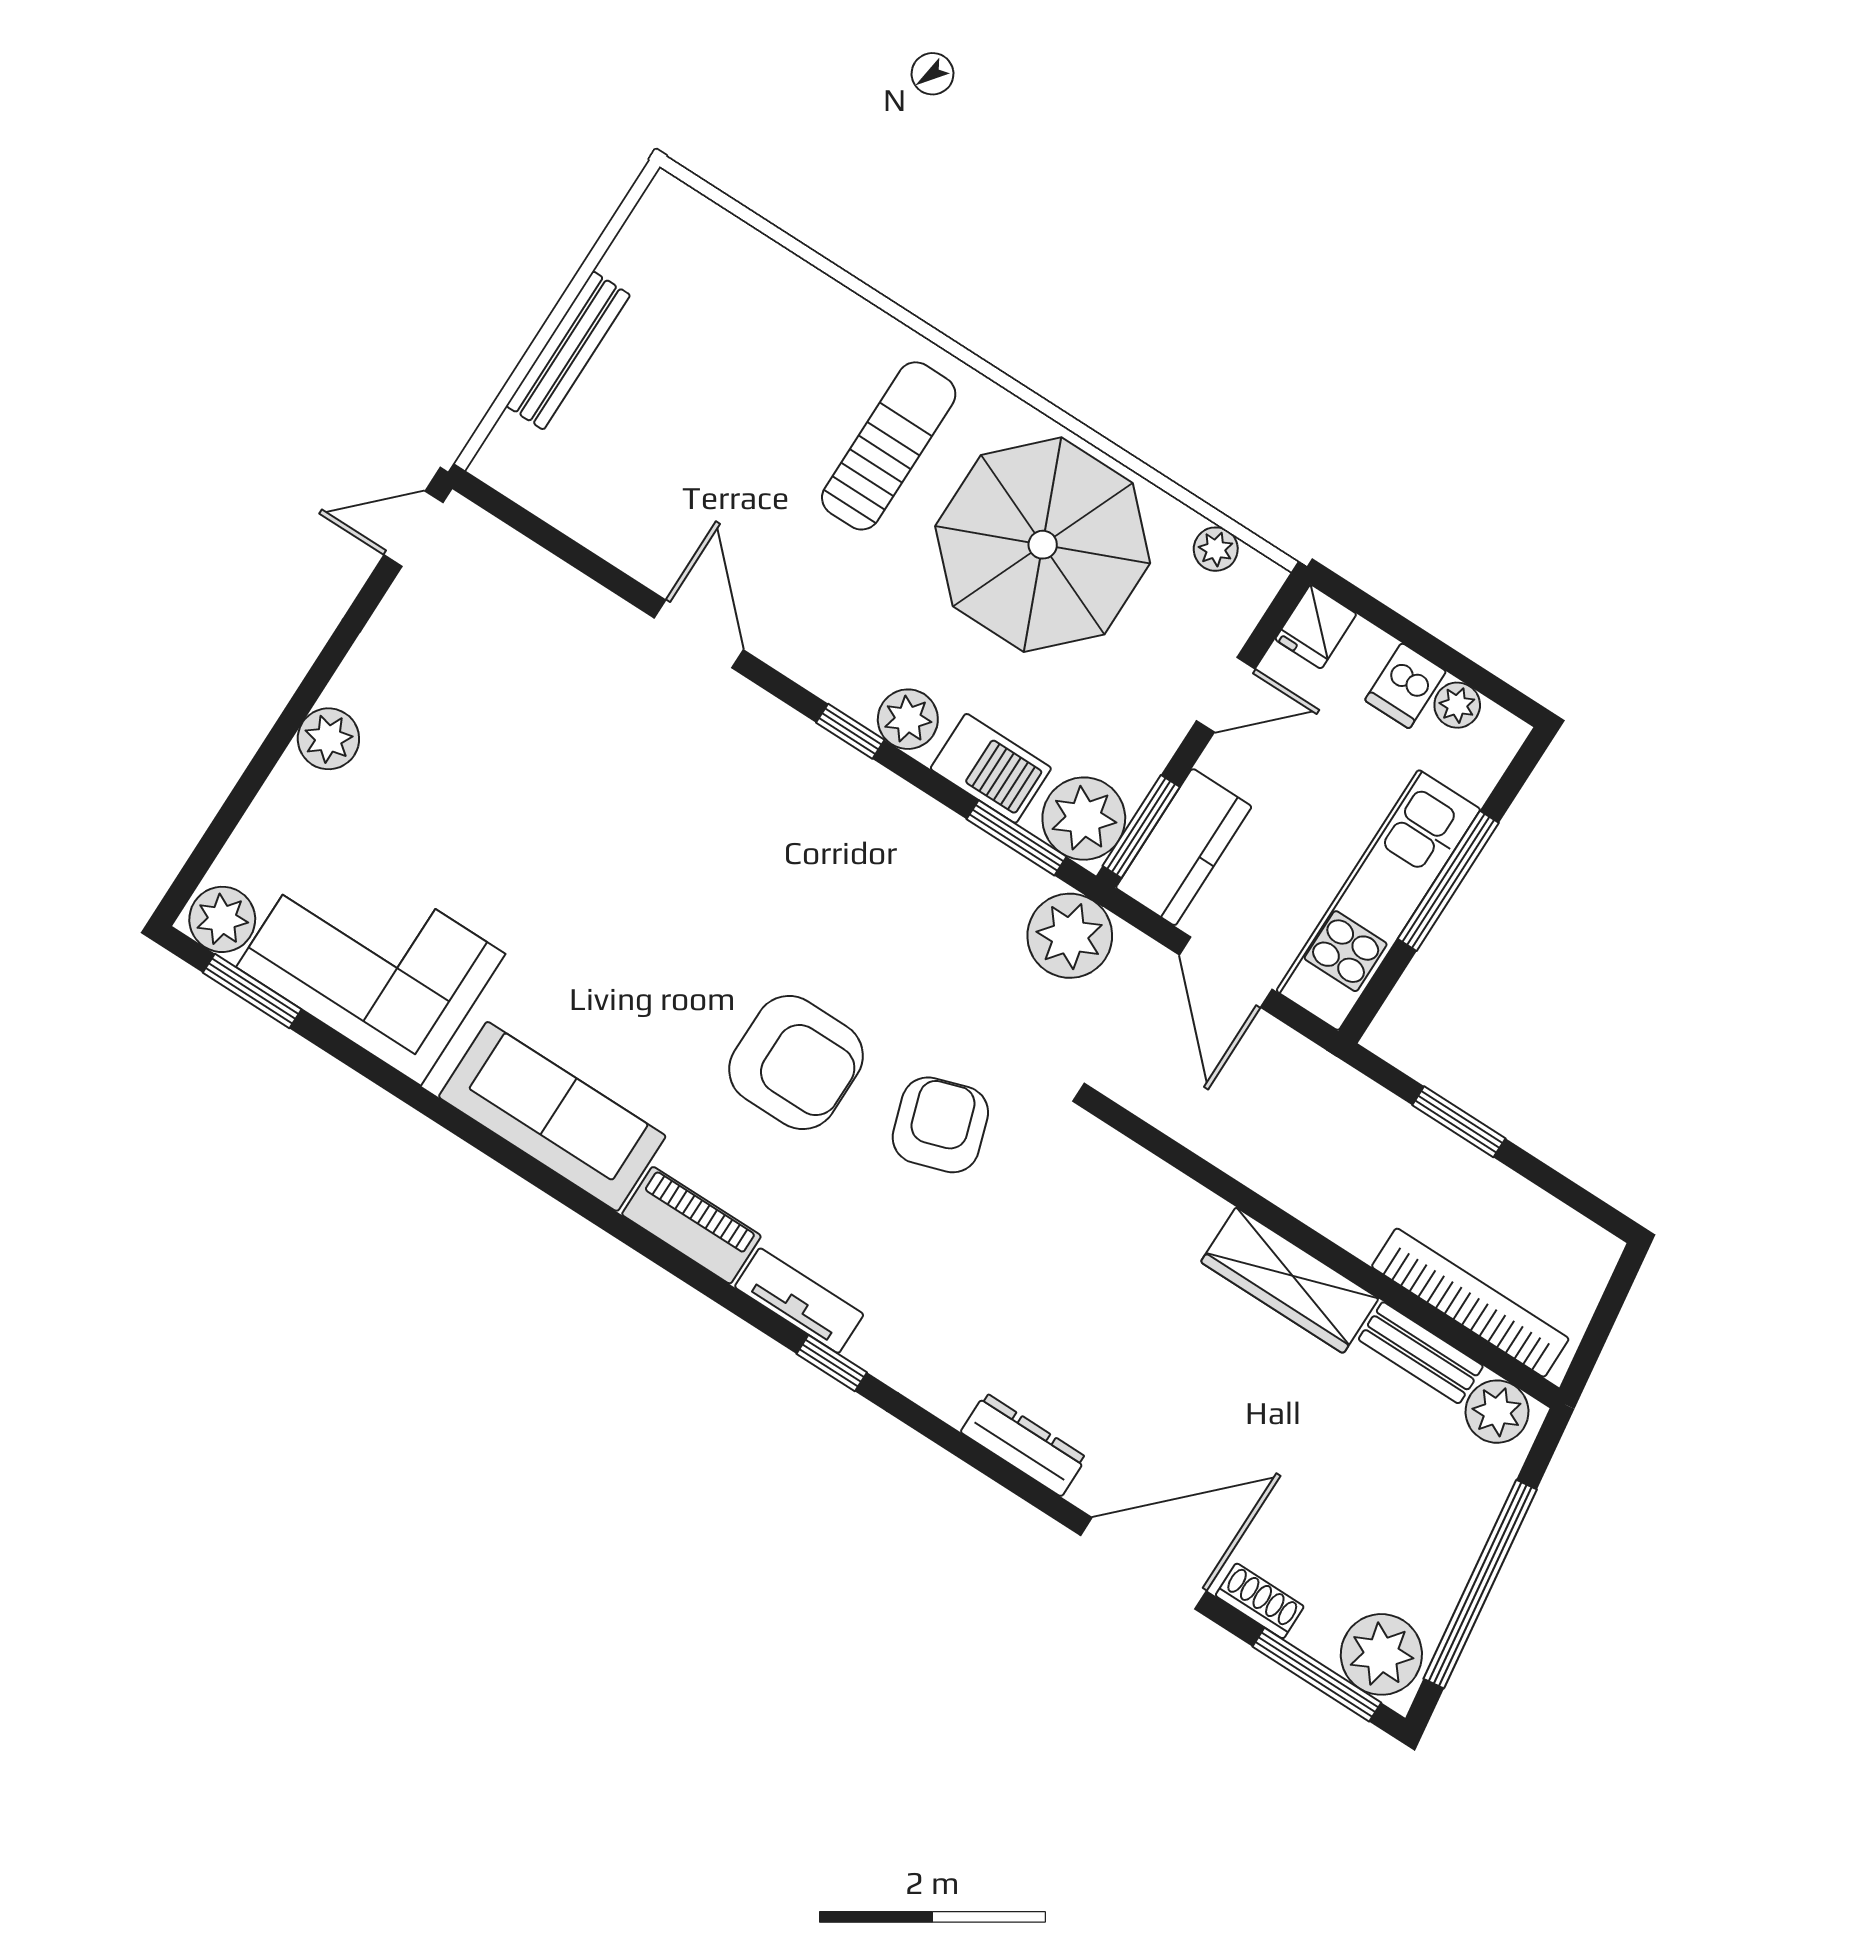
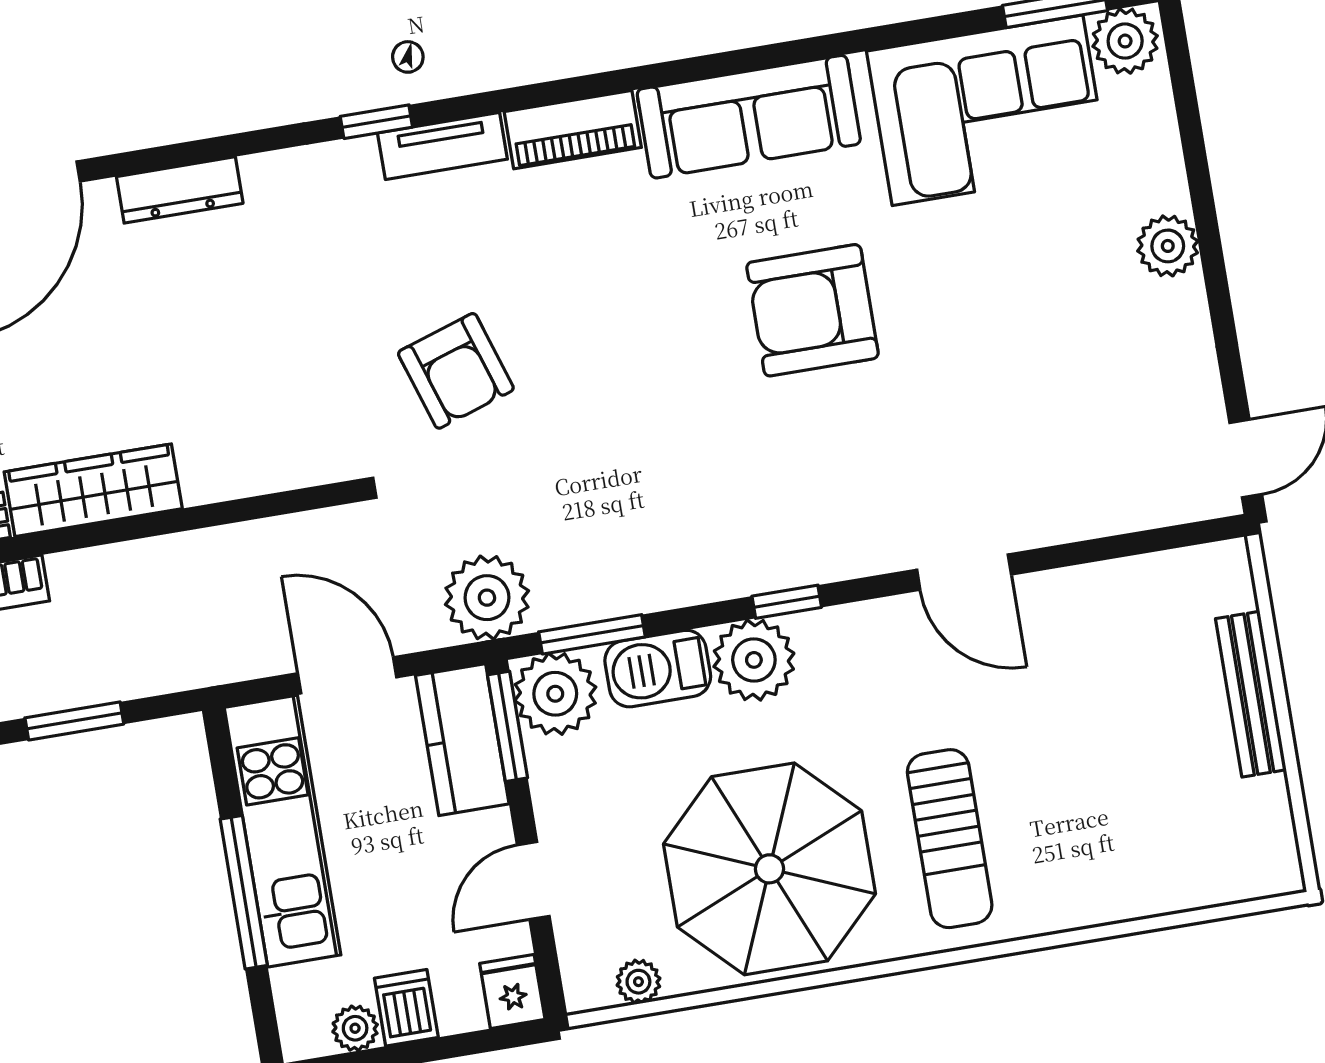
plant: (908, 719) -> (754, 660), width x1.36, depth x1.36
armchair: (796, 1063) -> (812, 310), moved

